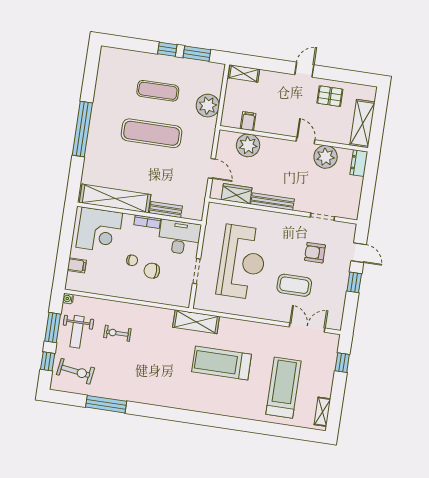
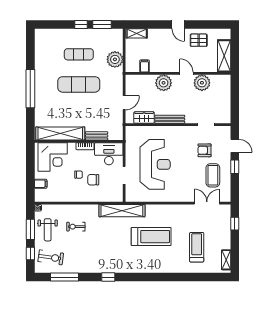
door: (304, 70) -> (178, 25), swing flipped
plant: (248, 145) -> (164, 83), moved
dresser: (359, 163) -> (226, 84), removed
door: (212, 169) -> (124, 103), hinge flipped
coffee table: (294, 285) -> (213, 175), moved, turned 90
shelving: (196, 322) -> (122, 211), width x1.47
treadmill: (222, 363) -> (151, 237), turned 180
treadmill: (283, 388) -> (197, 247), width x0.73, depth x0.73
window: (106, 404) -> (65, 277), moved
window: (152, 411) -> (108, 277), added

